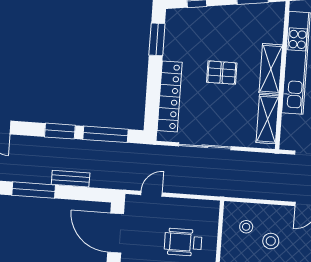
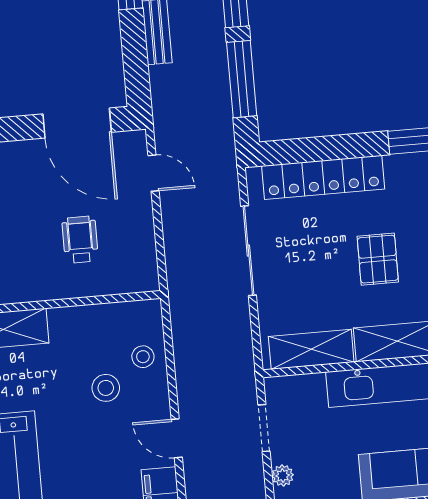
stool: (246, 227) -> (143, 357), moved
door: (116, 233) -> (77, 123), swing flipped
wheelchair: (183, 242) -> (80, 240), width x0.73, depth x0.73

